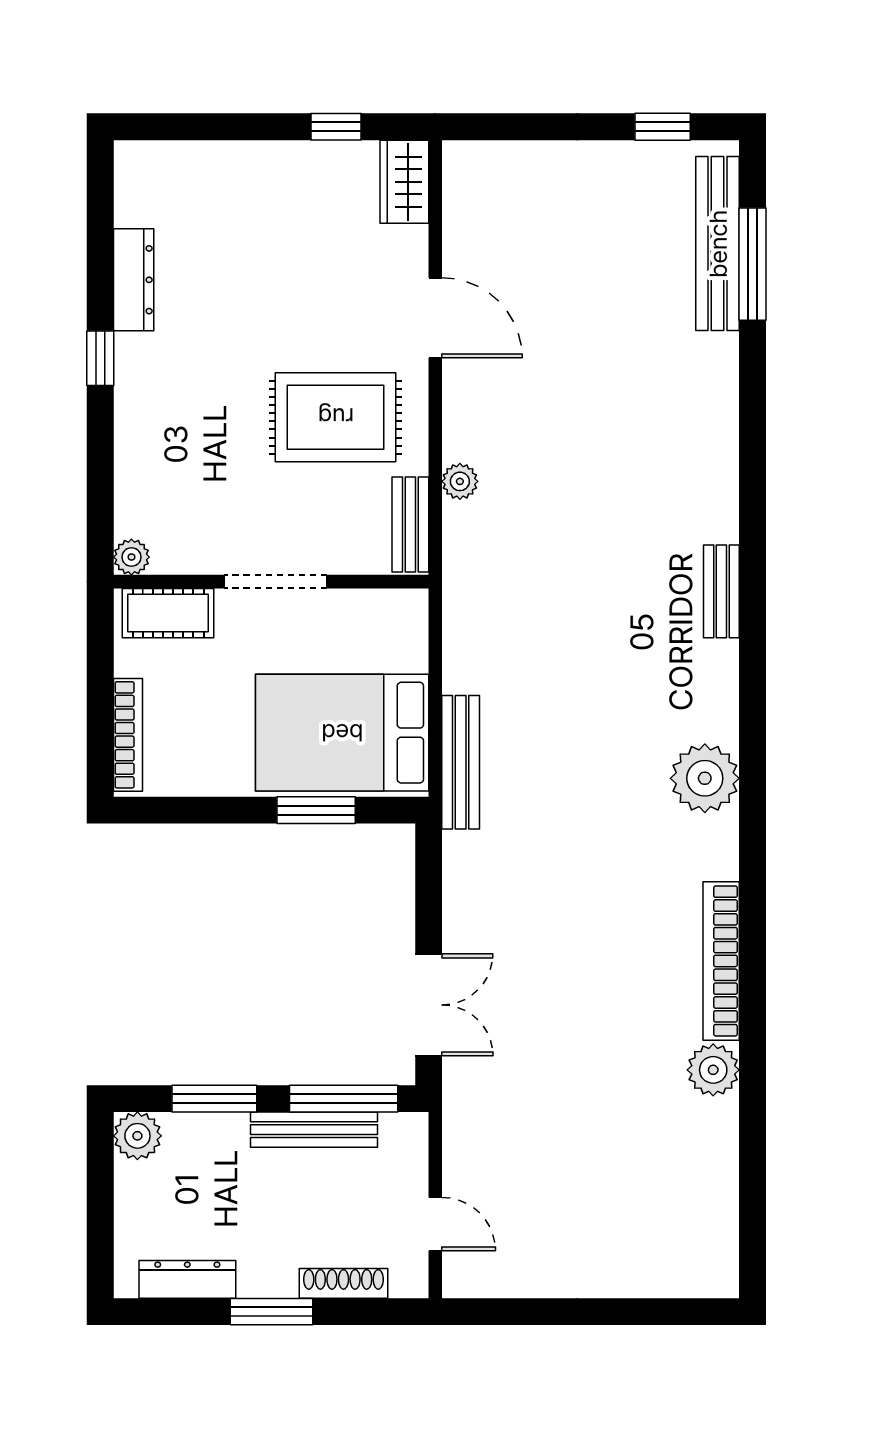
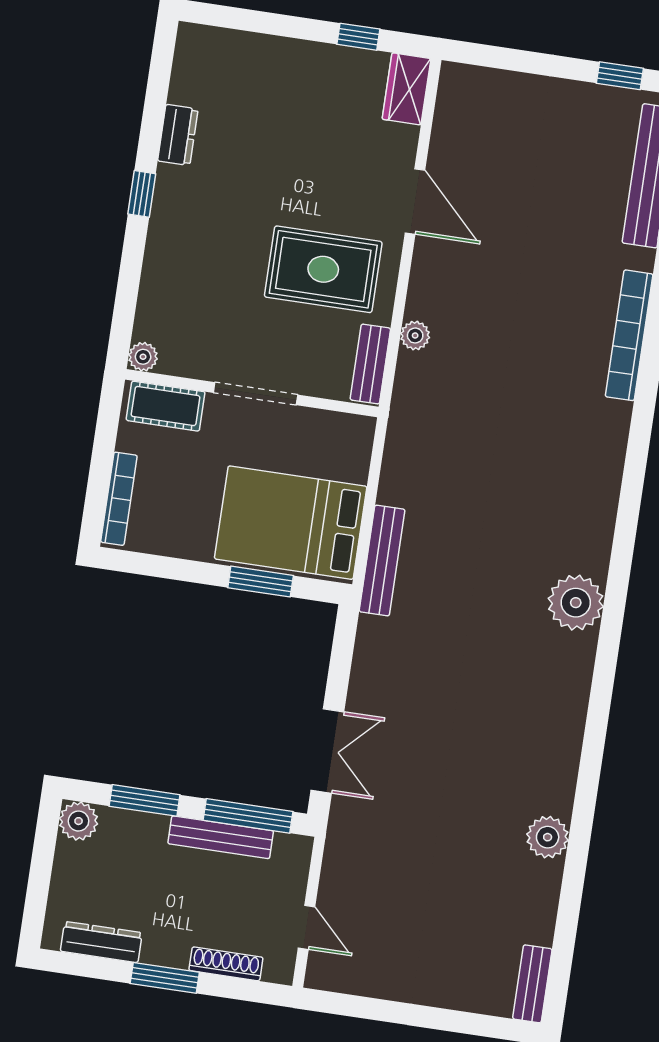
dresser: (134, 280) -> (178, 135), width x0.70
bench: (721, 591) -> (532, 984), moved
bookcase: (721, 961) -> (629, 335), moved

